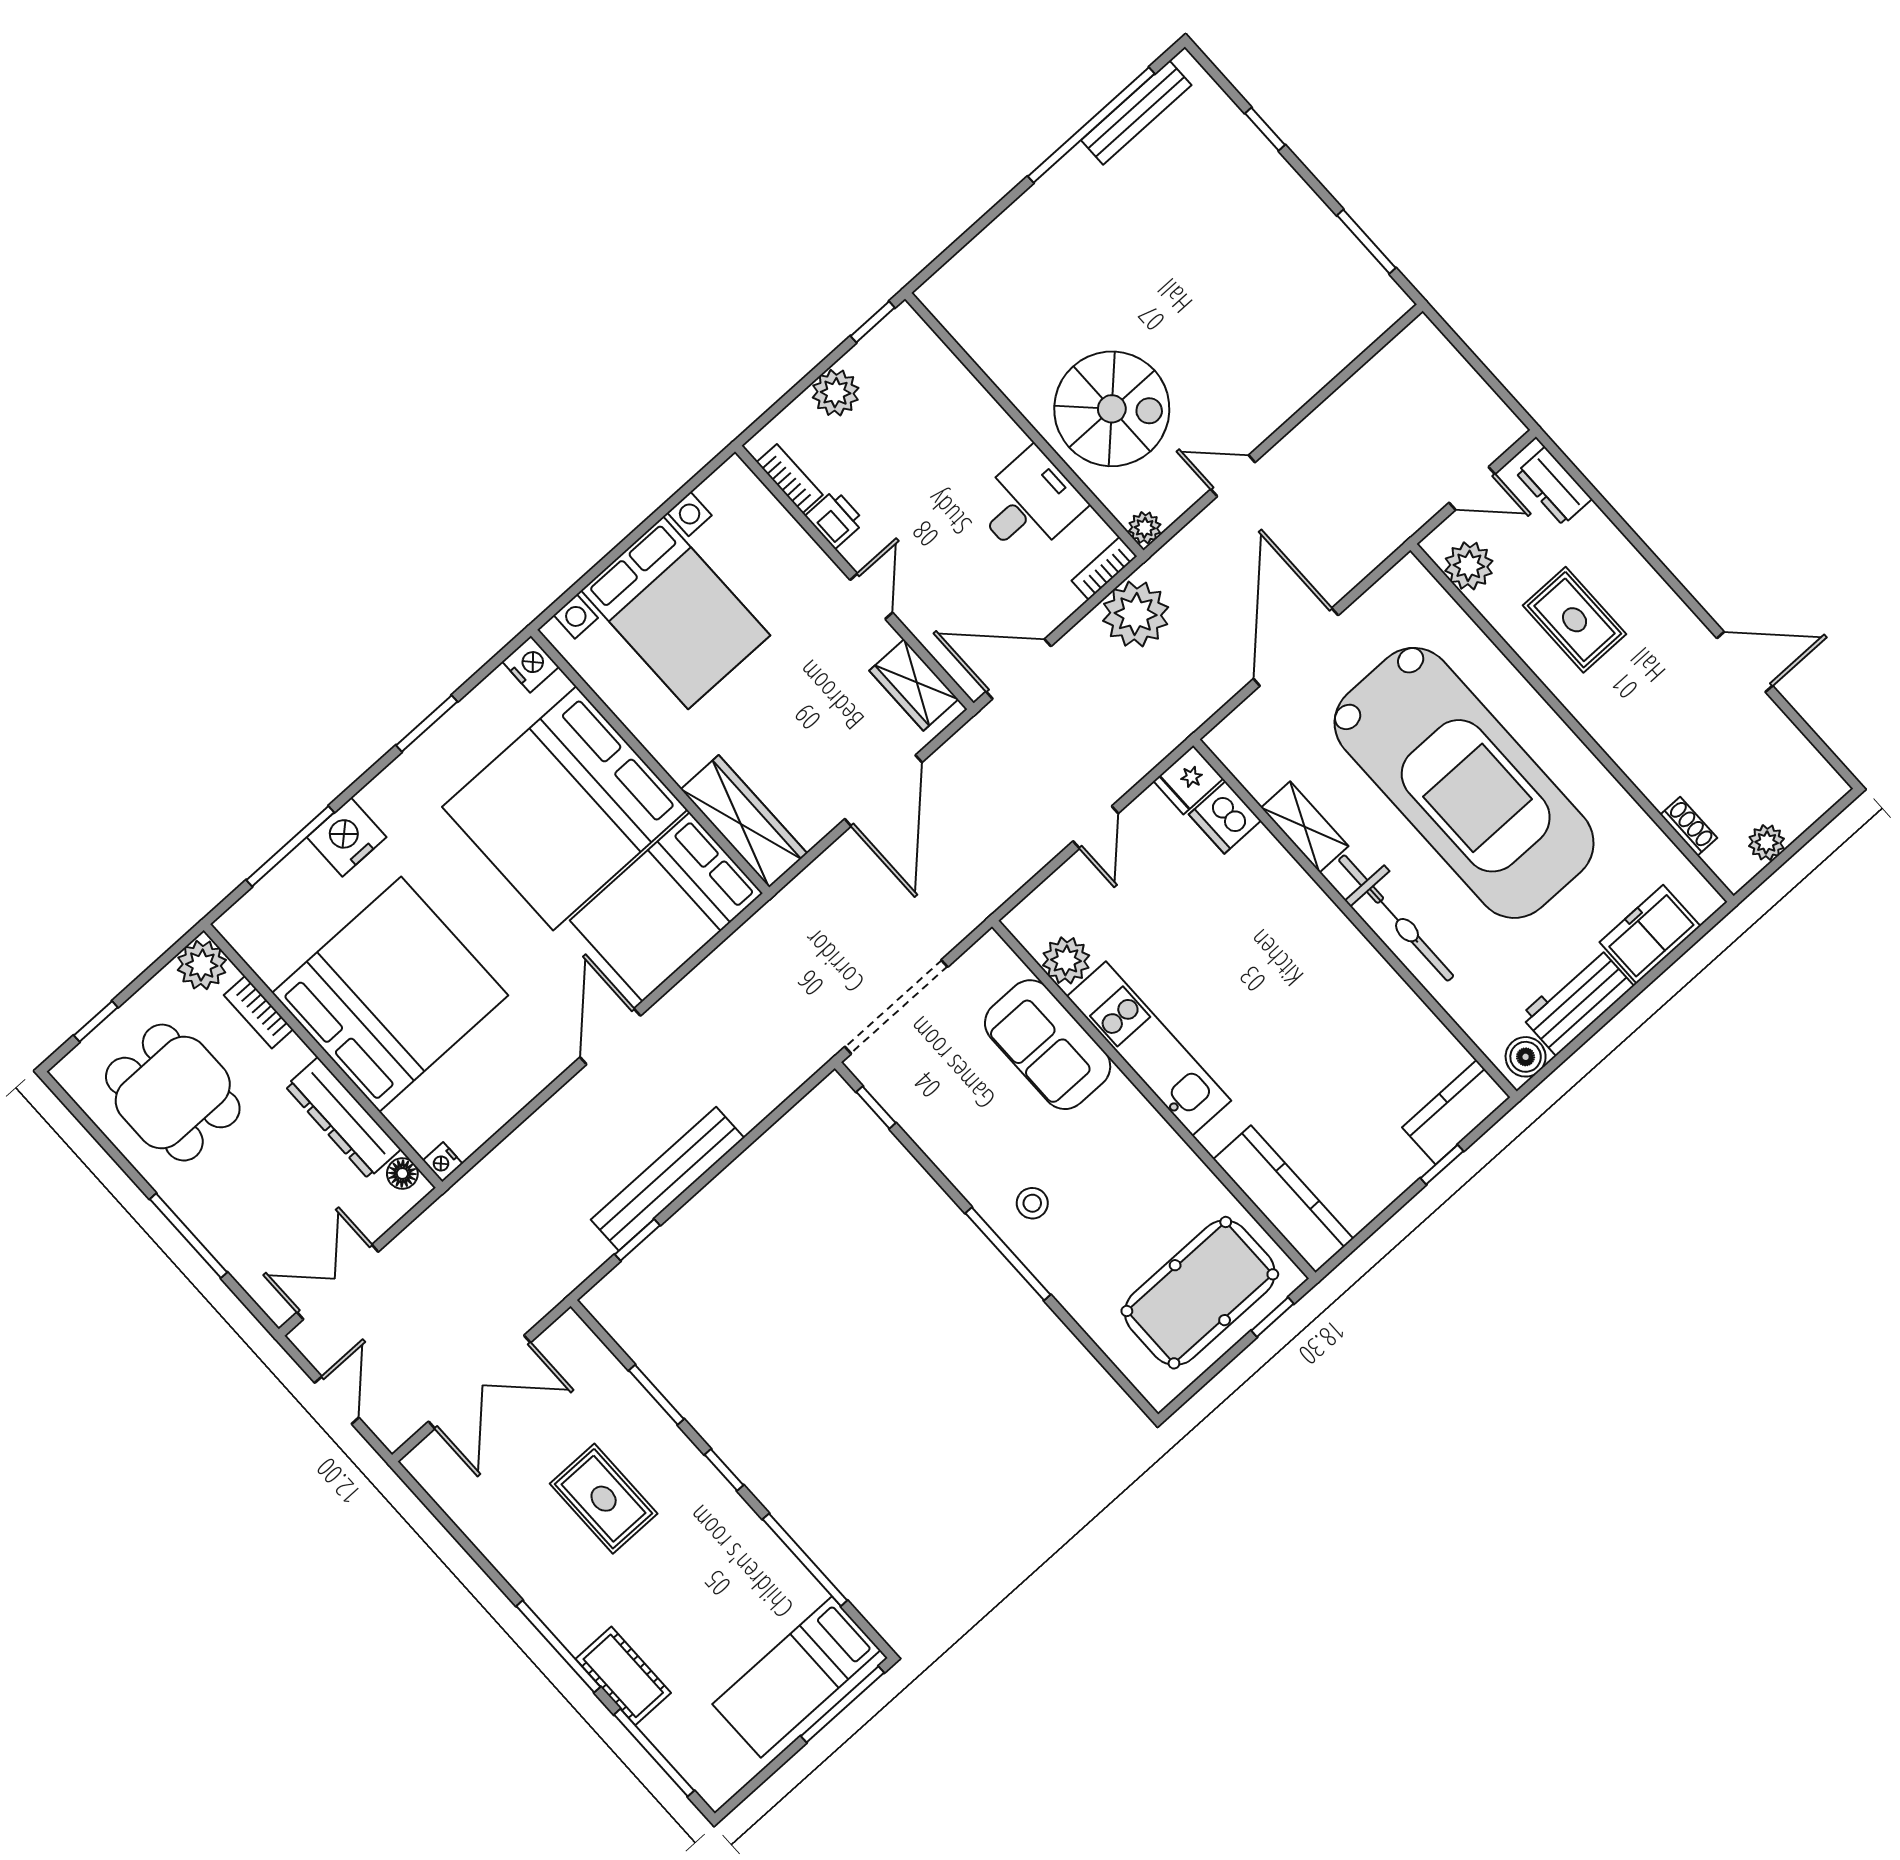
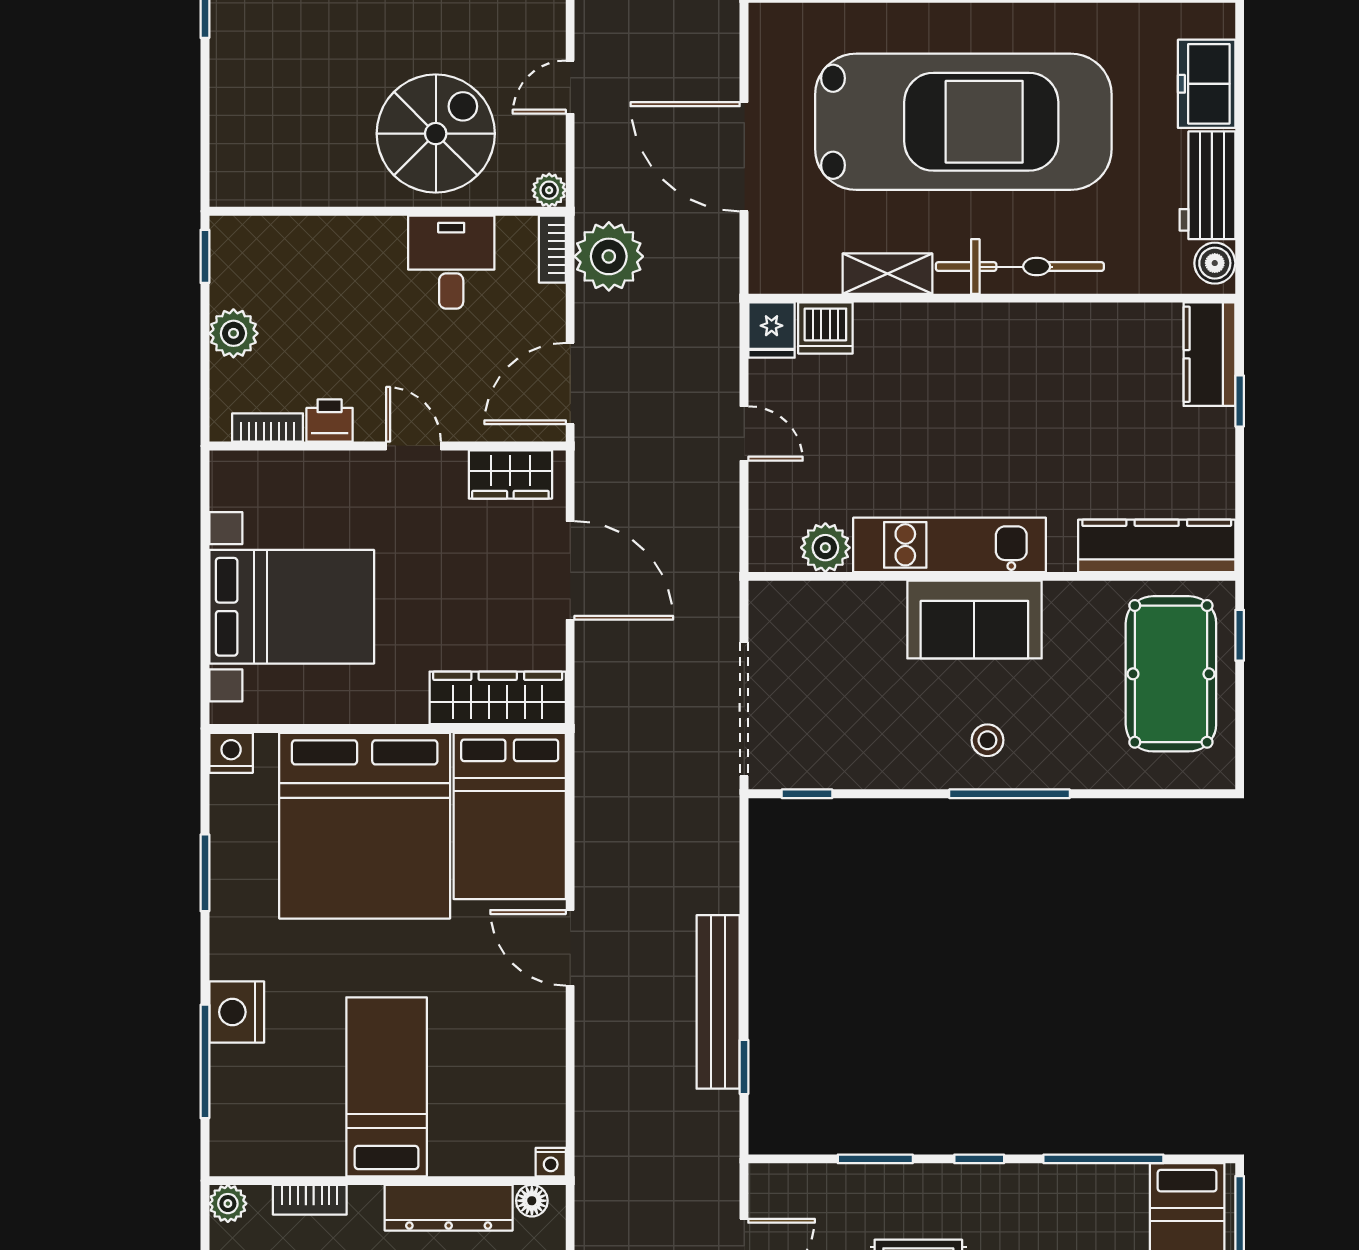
plant: (202, 965) -> (228, 1204), width x0.73, depth x0.73
bed: (390, 994) -> (387, 1087), width x0.49
sofa: (1048, 1045) -> (974, 620), moved

